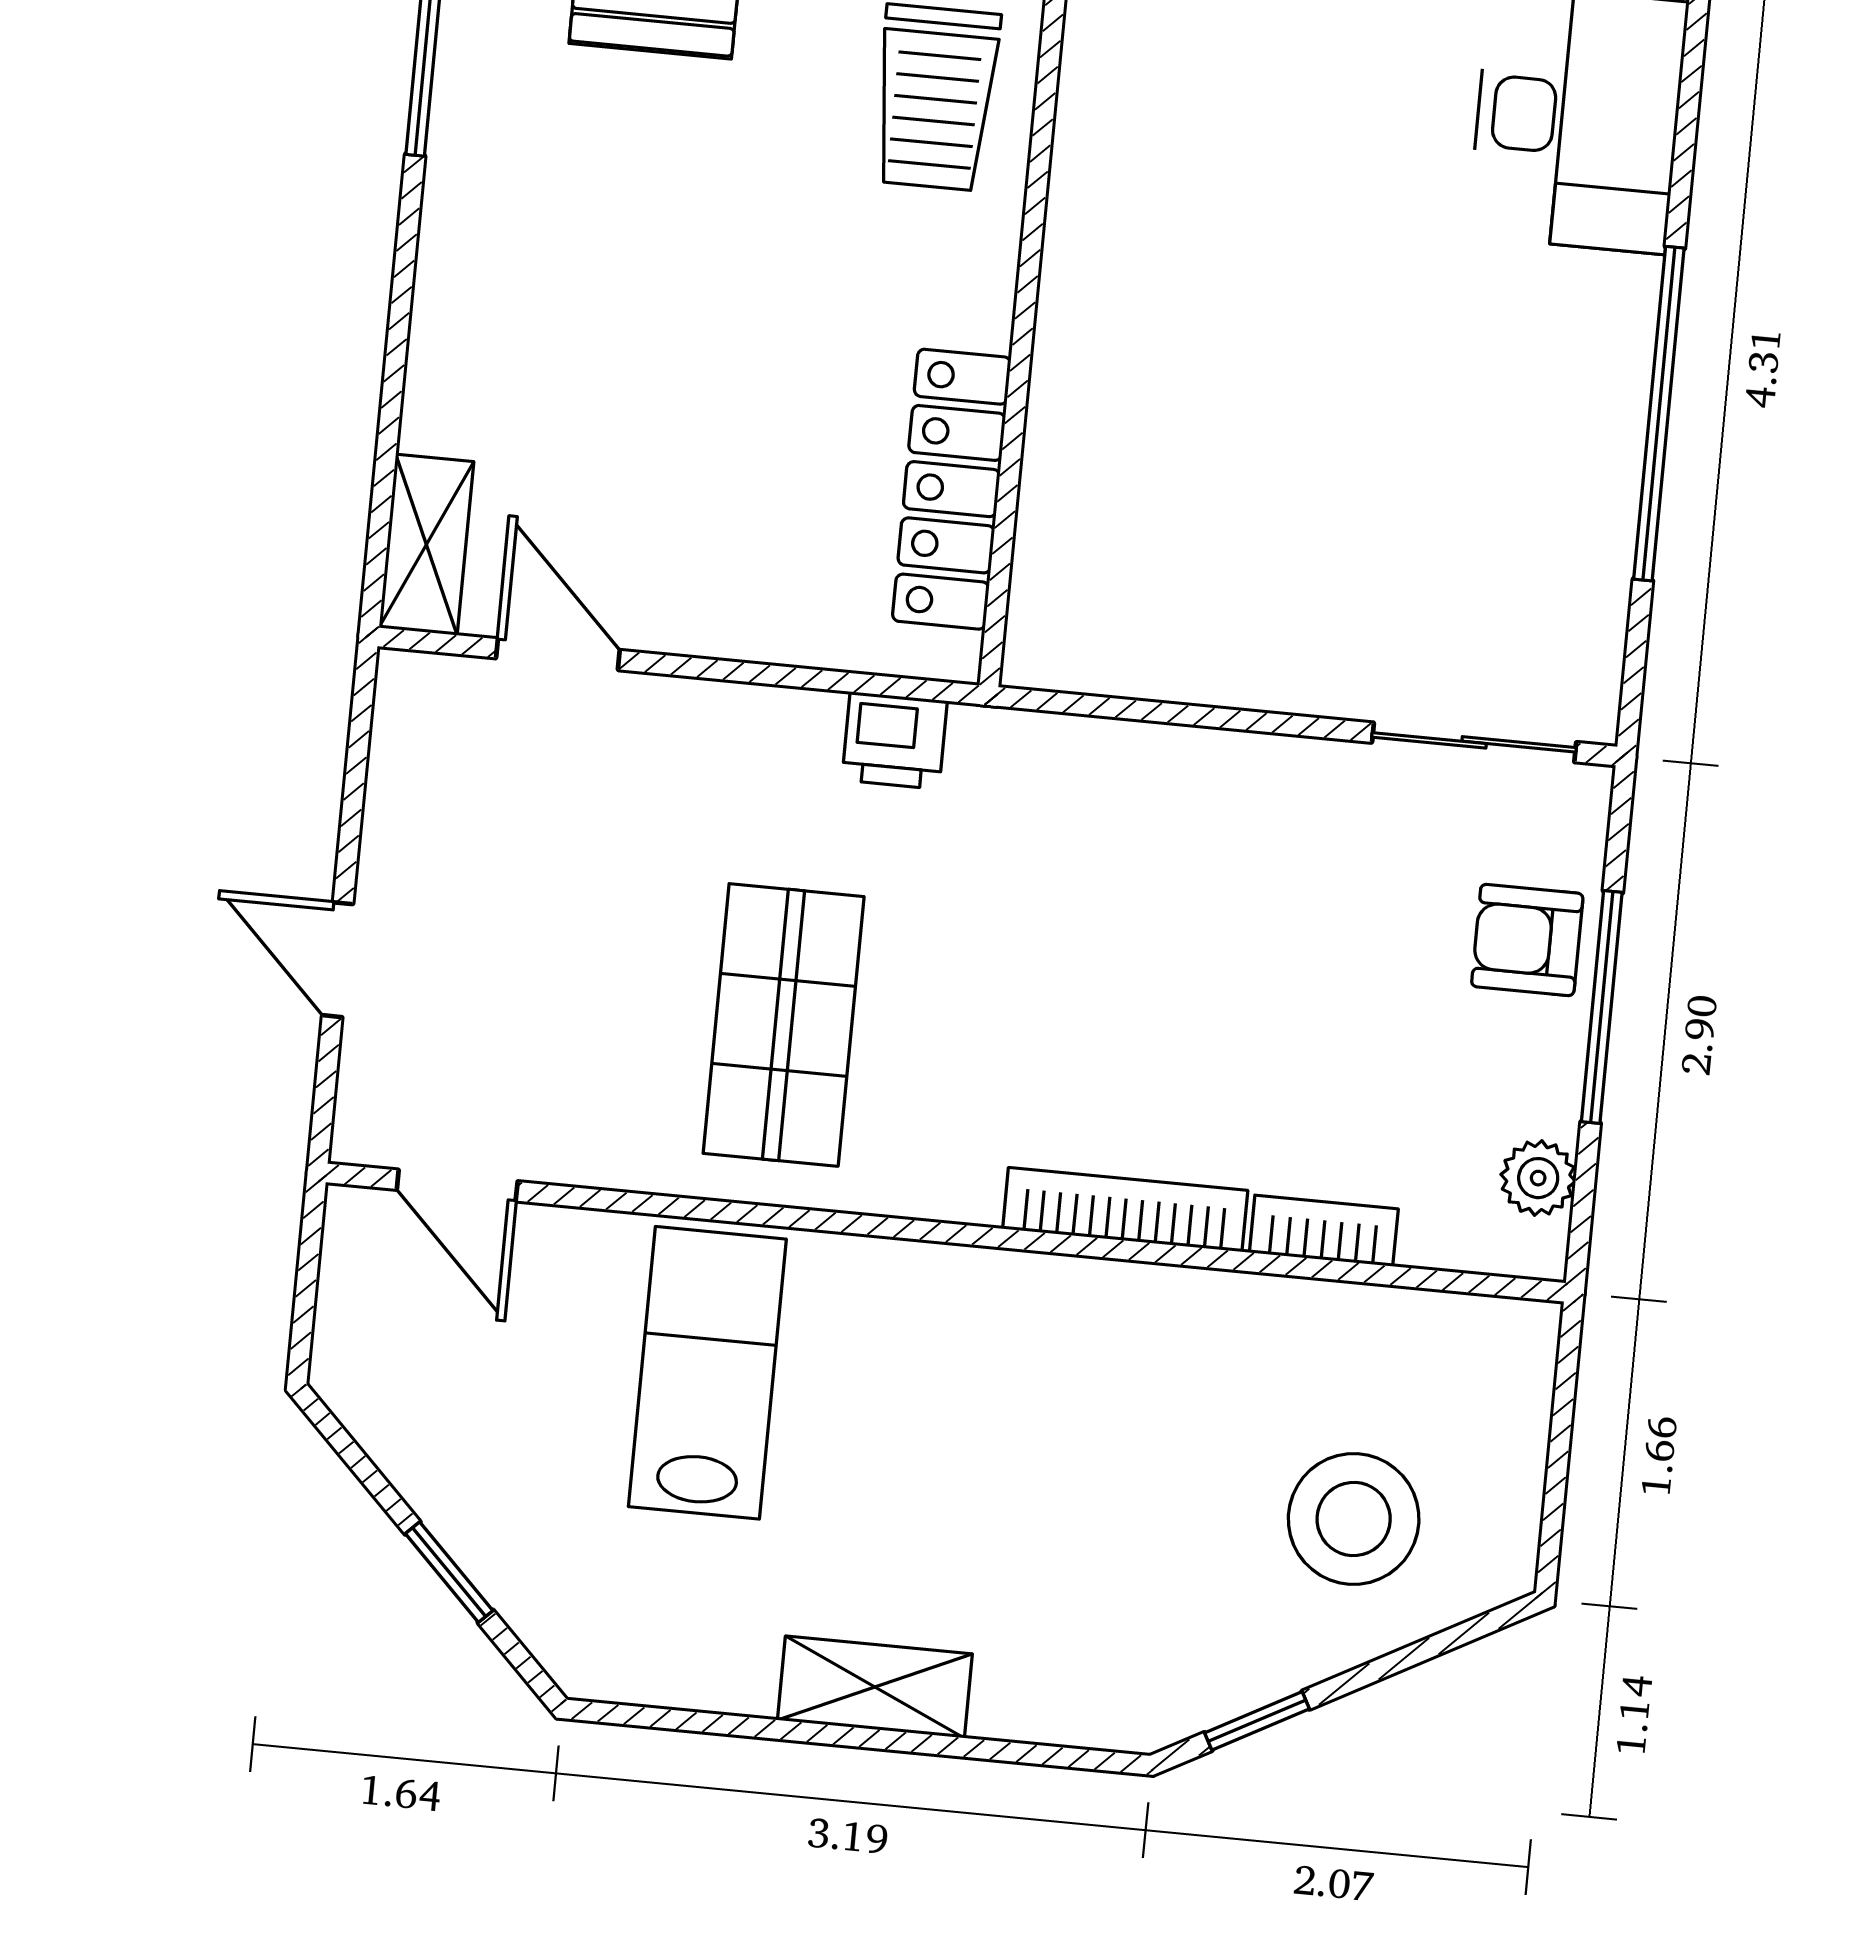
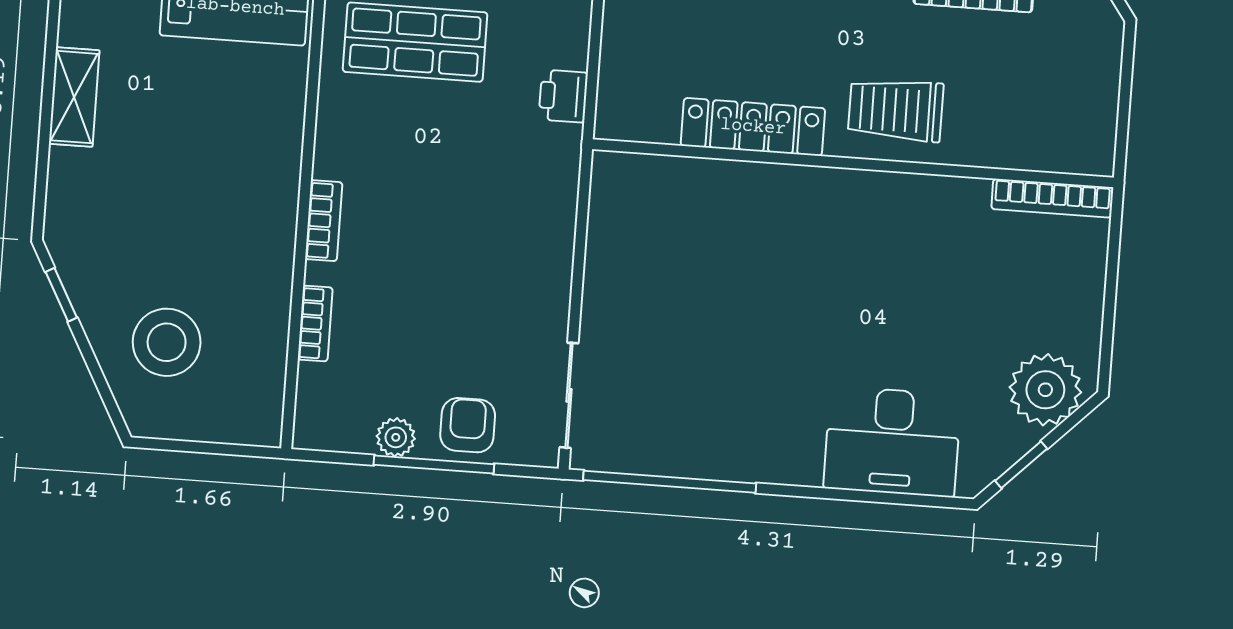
window: (1659, 414) -> (670, 482), moved
locker: (952, 489) -> (753, 127), moved
plant: (1538, 1178) -> (396, 437), moved
bookcase: (1125, 1210) -> (324, 221), width x0.64

